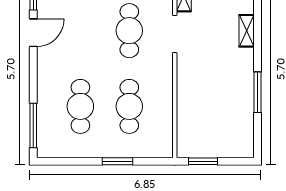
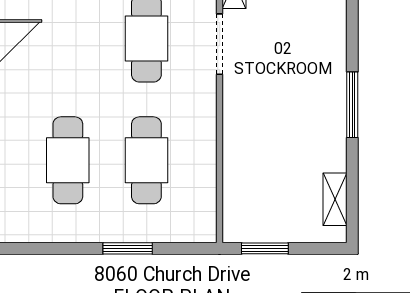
shelving: (247, 31) -> (335, 199), moved
window: (257, 92) -> (352, 105), moved

